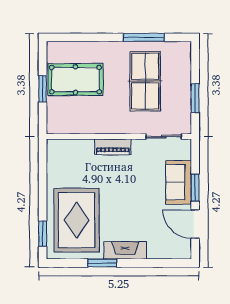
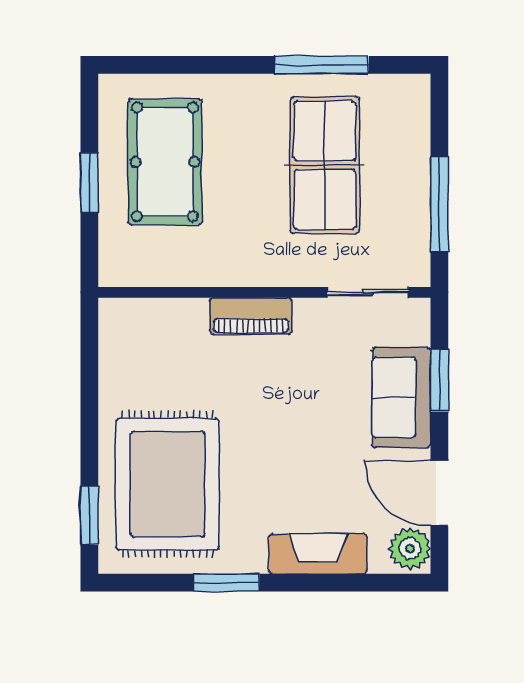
pool table: (75, 80) -> (165, 162), turned 90
window: (195, 98) -> (439, 204), width x1.44
window: (195, 188) -> (439, 380), moved
plant: (182, 248) -> (410, 549), added
fireplace: (125, 250) -> (318, 554), moved

